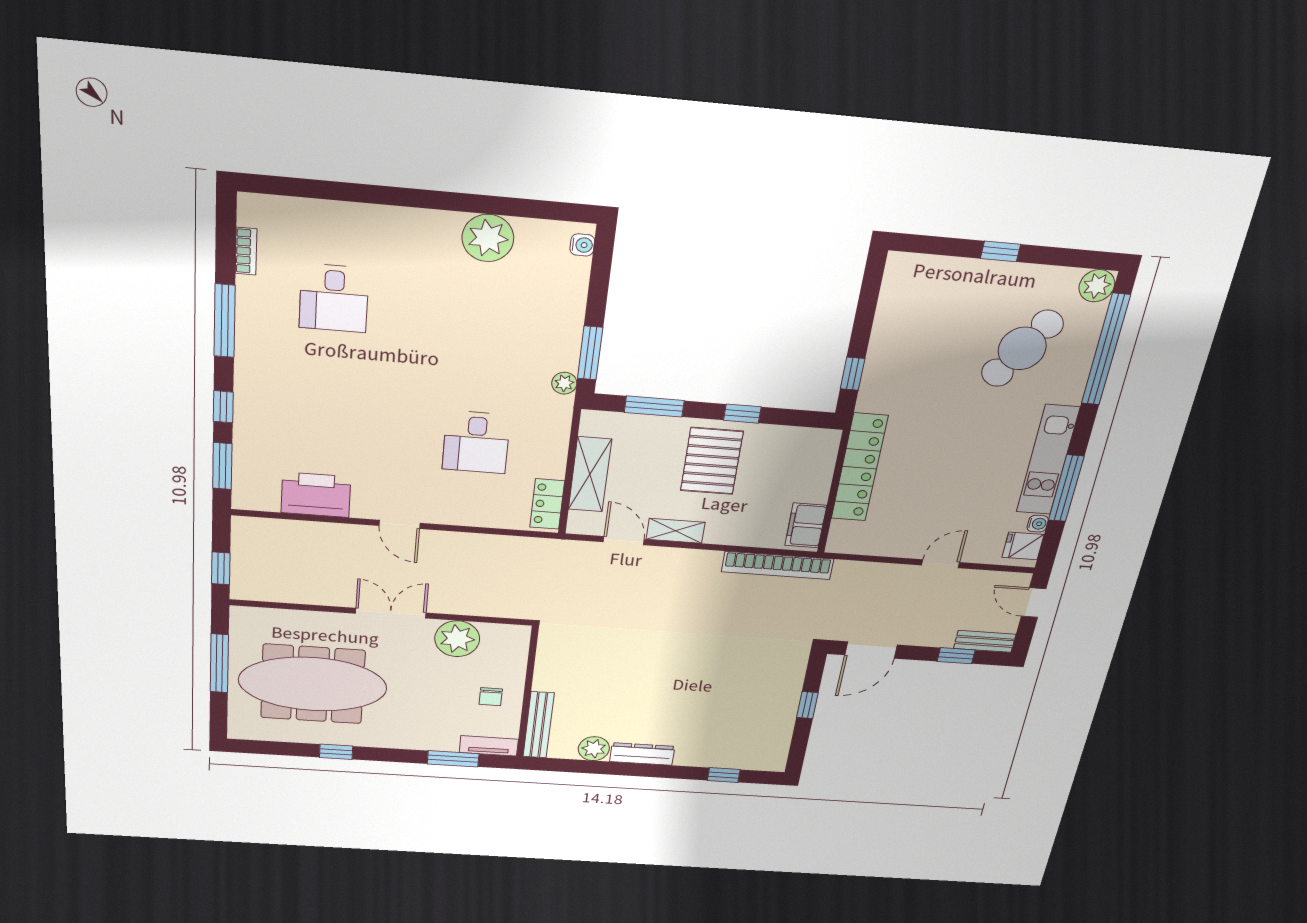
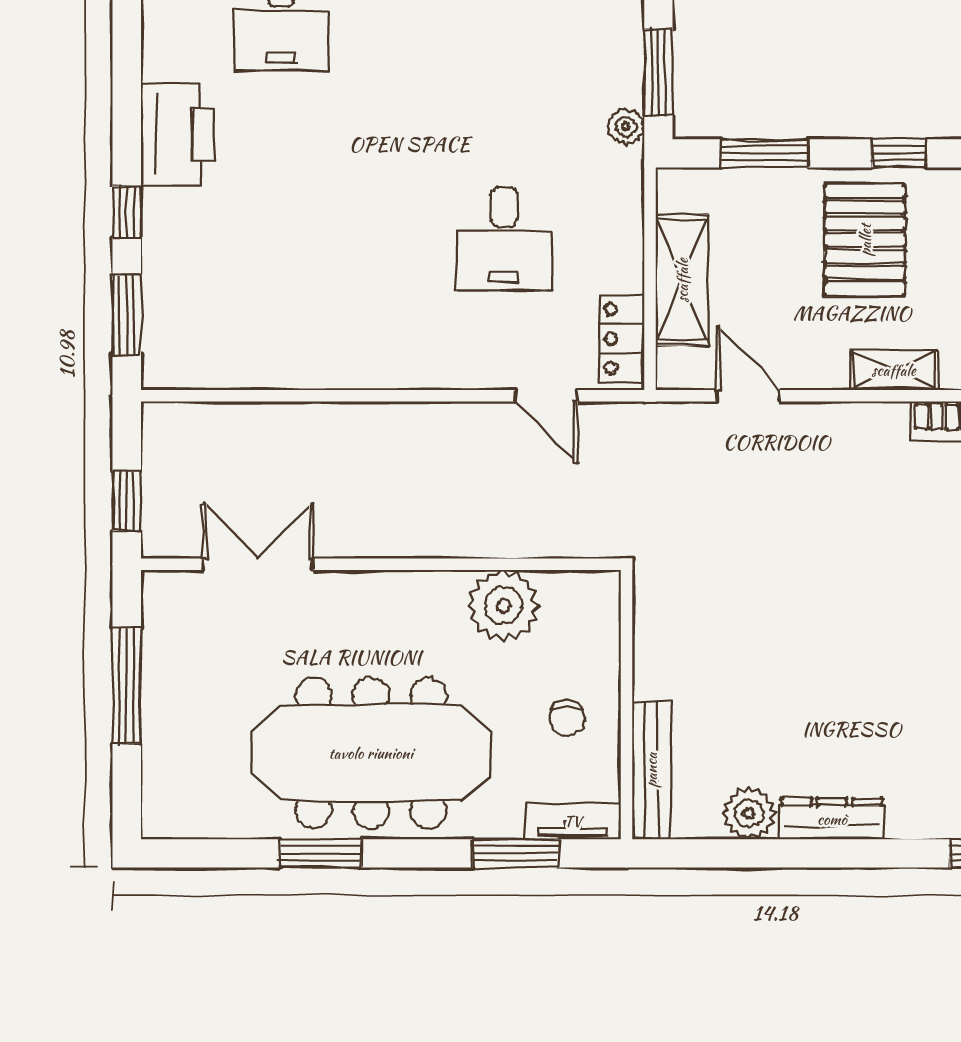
window: (225, 321) -> (127, 70), removed
printer: (316, 495) -> (178, 134), moved, turned 90
door: (399, 524) -> (546, 396), moved
shelving: (676, 531) -> (894, 370), moved
double door: (391, 613) -> (258, 564), moved
meeting table: (313, 684) -> (371, 753), moved
window: (336, 752) -> (321, 853), width x1.50

